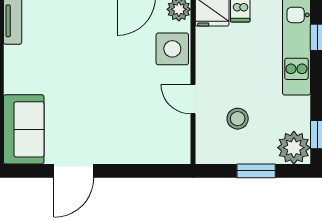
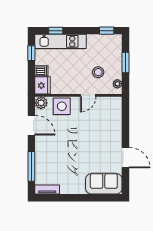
plant: (294, 148) -> (117, 84), moved, width x0.53, depth x0.53

